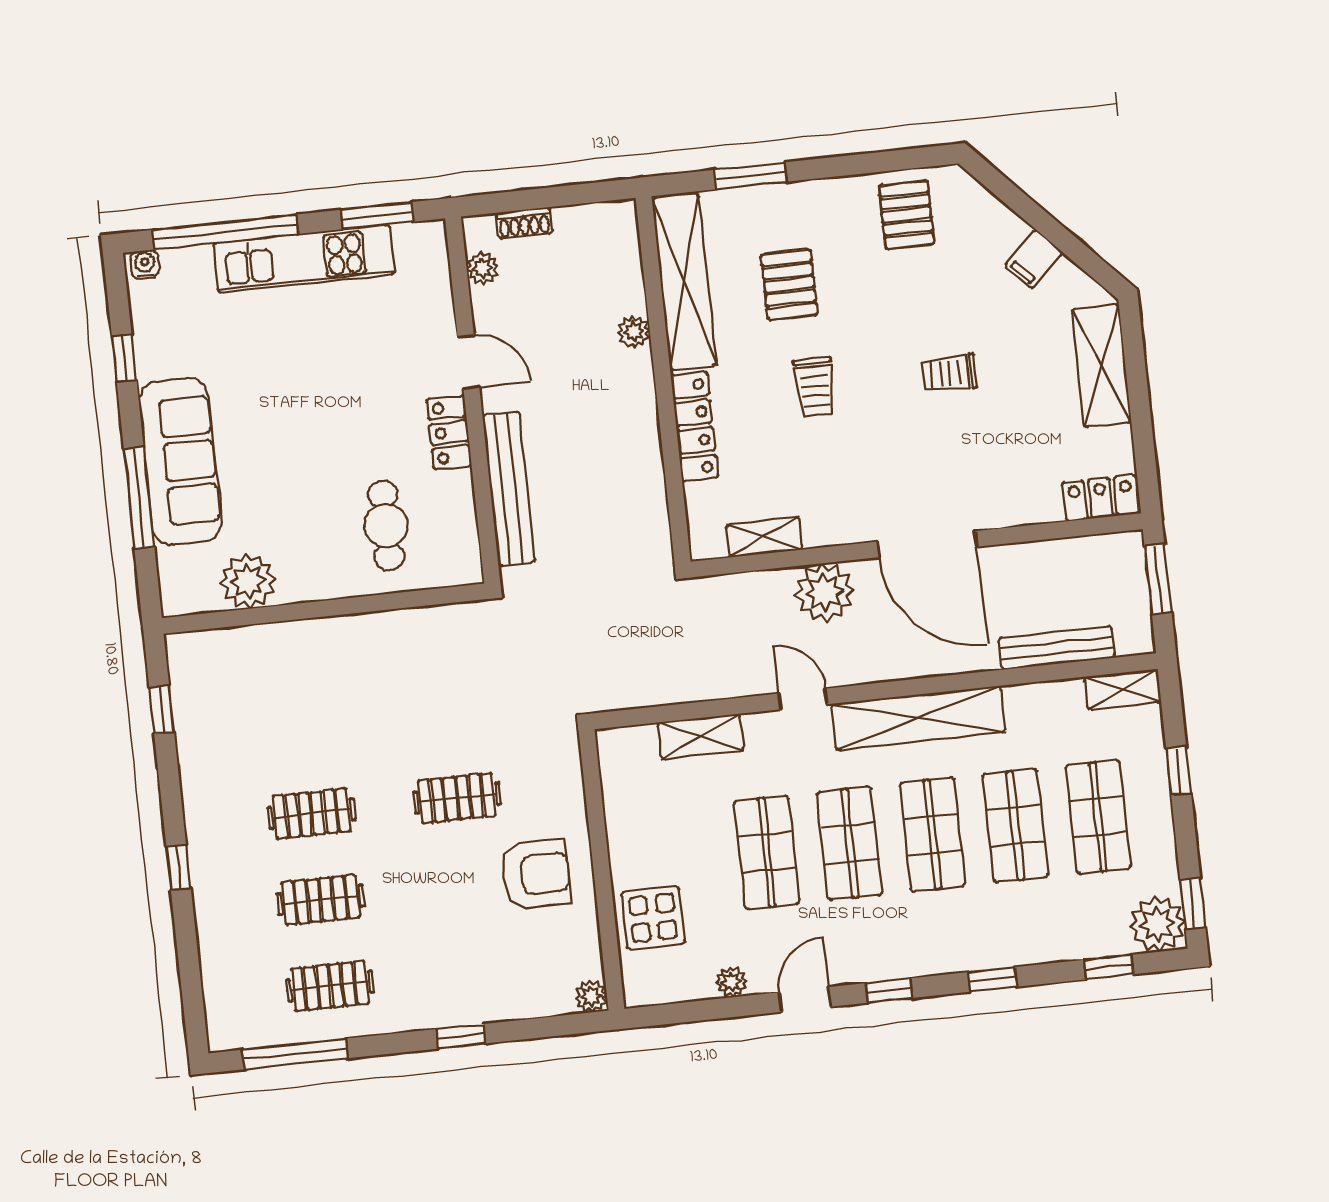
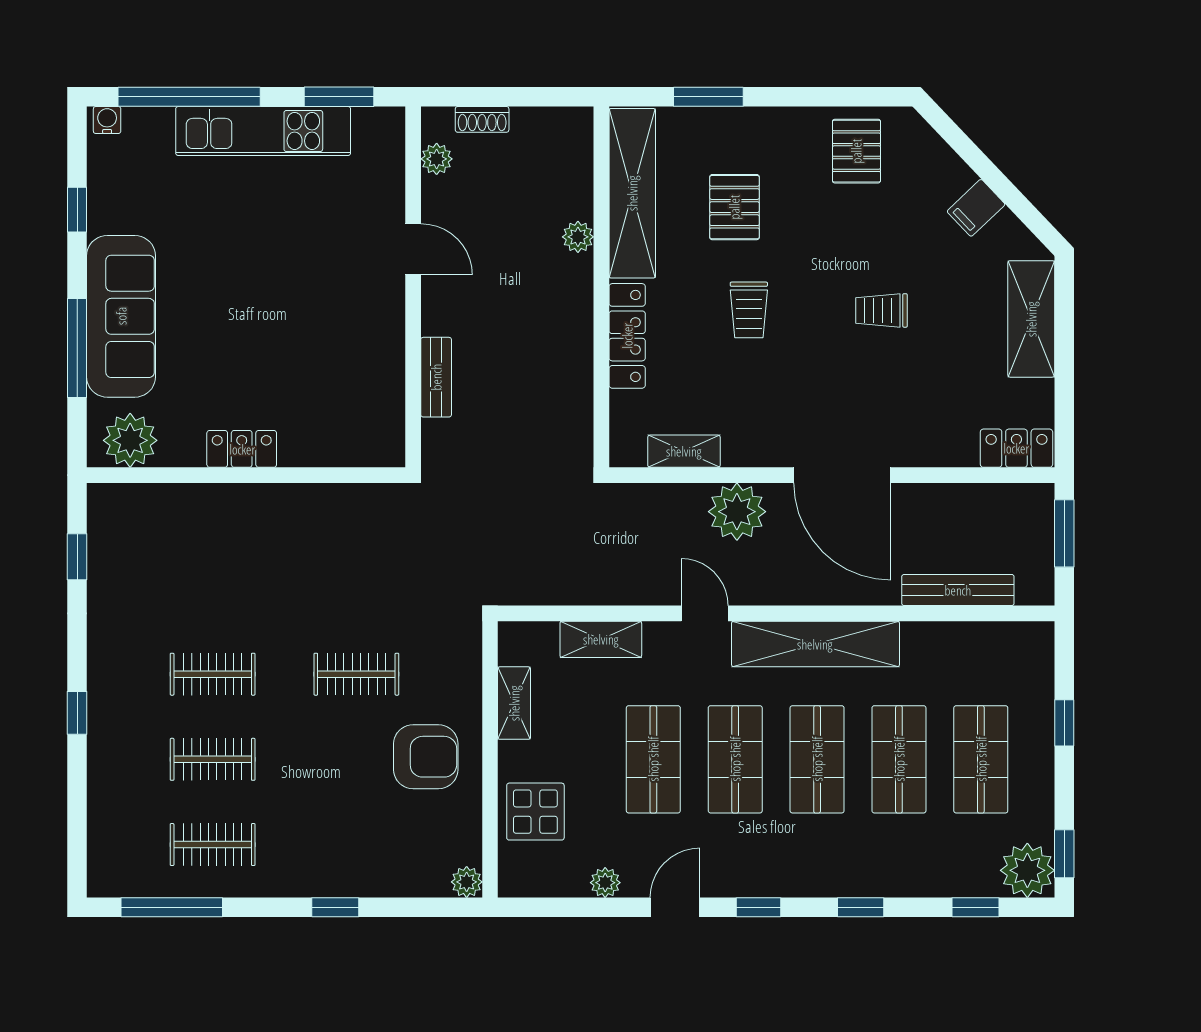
locker: (449, 432) -> (242, 449), moved, turned 90
bench: (509, 489) -> (436, 377), width x0.54, depth x0.82
cafe table: (386, 526) -> (315, 400), removed
plant: (248, 581) -> (130, 440), moved
shelving: (1123, 689) -> (514, 703), moved, turned 90

